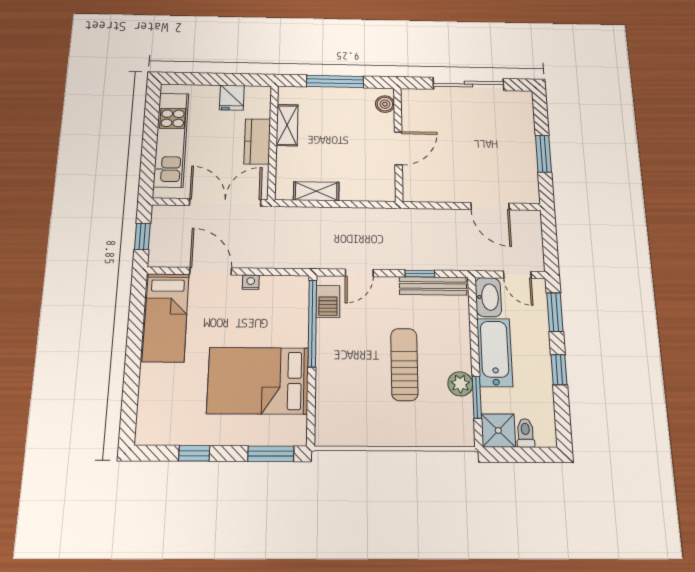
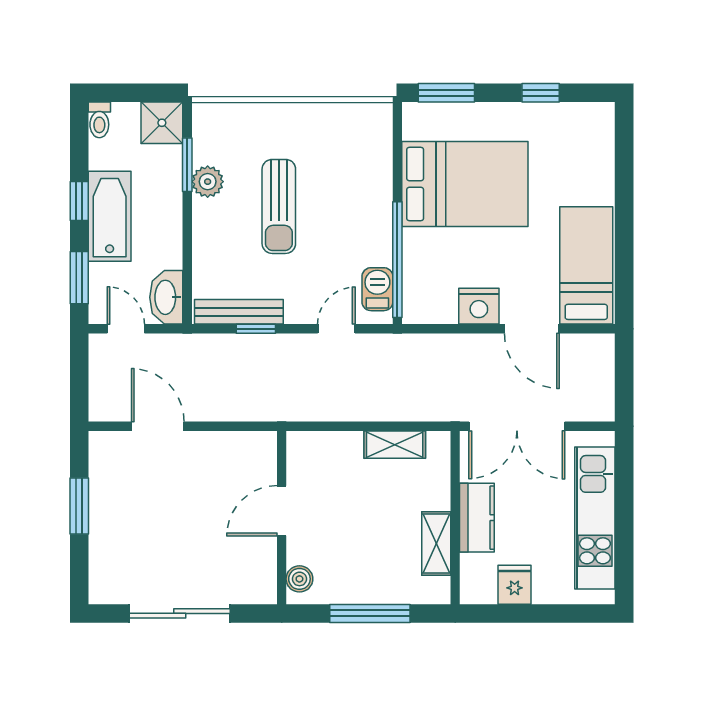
window: (142, 236) -> (624, 376), removed
nightstand: (251, 282) -> (479, 306), width x1.89, depth x1.79
bathtub: (495, 352) -> (110, 216), moved, turned 180
toilet: (525, 433) -> (99, 120), moved

